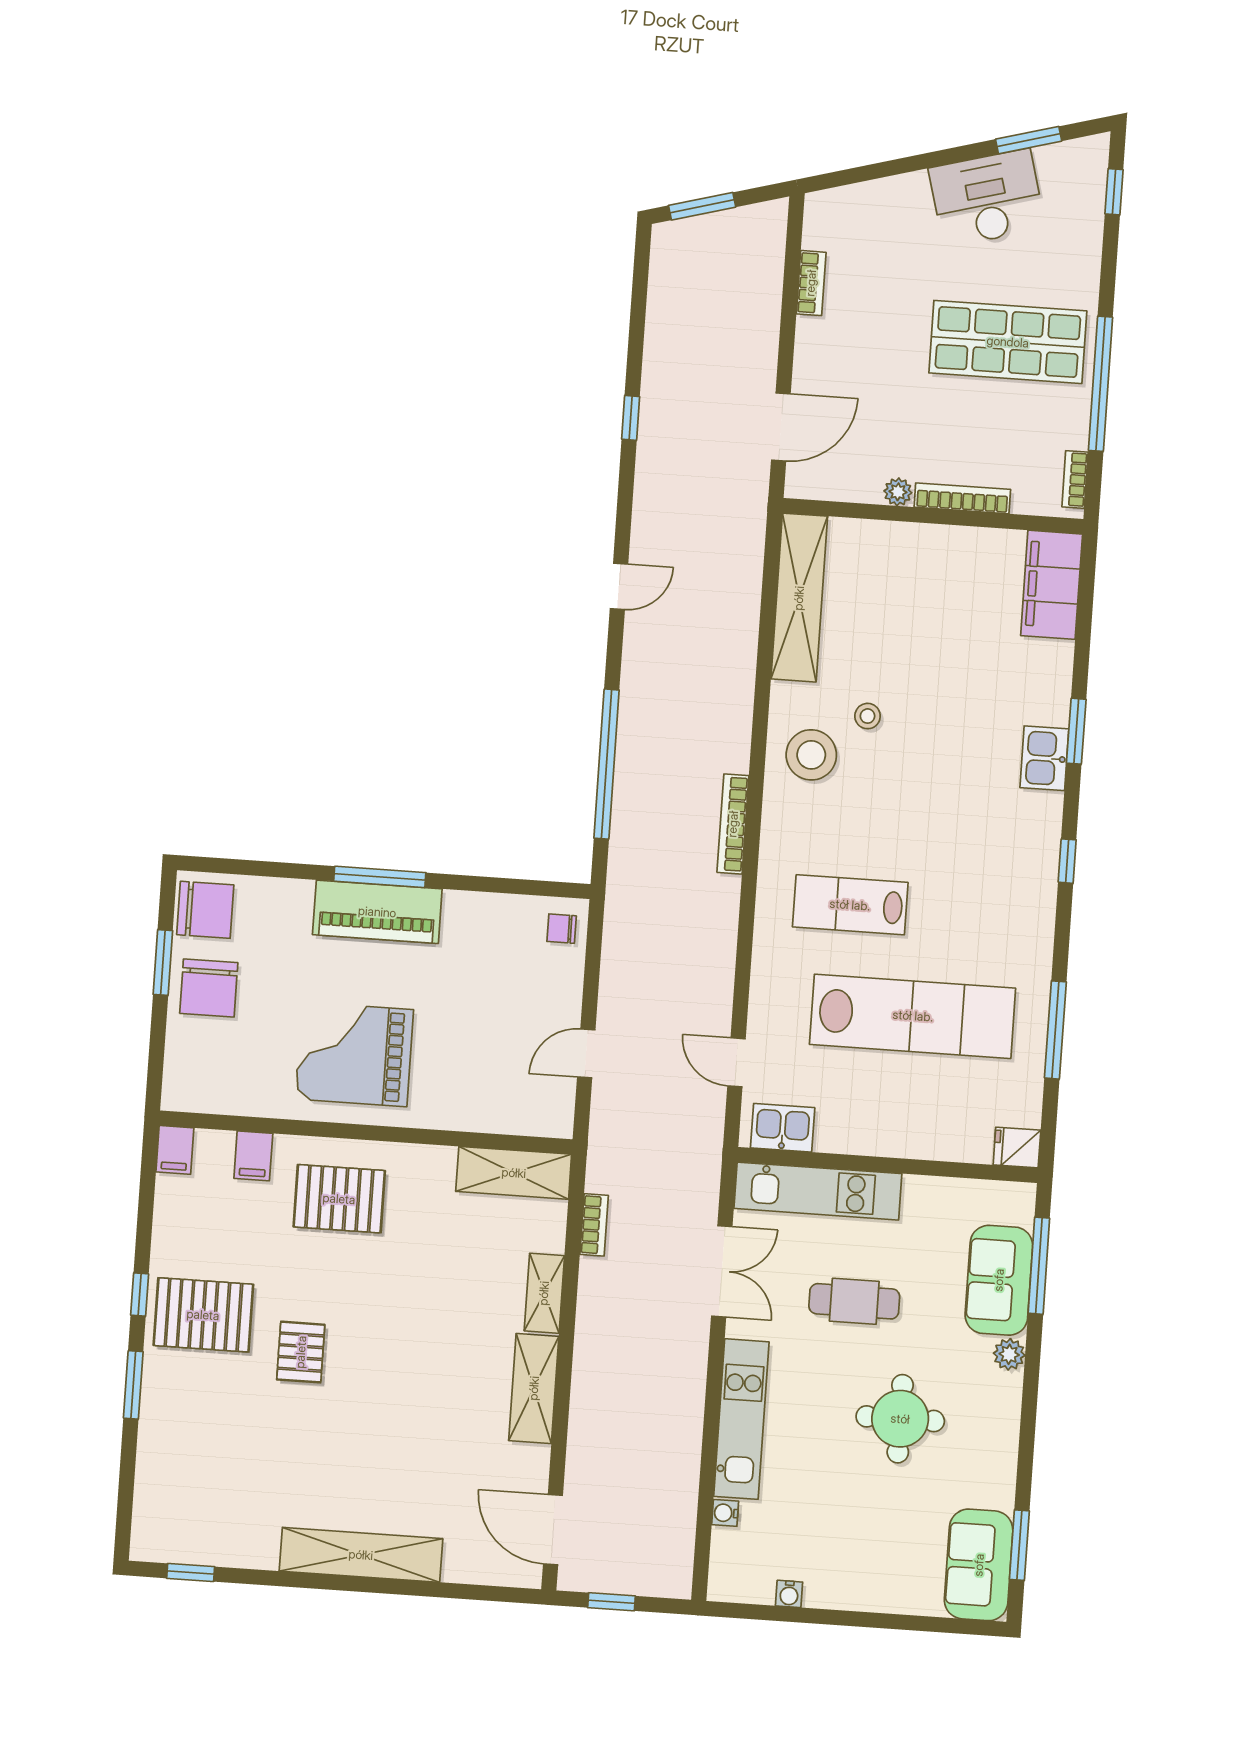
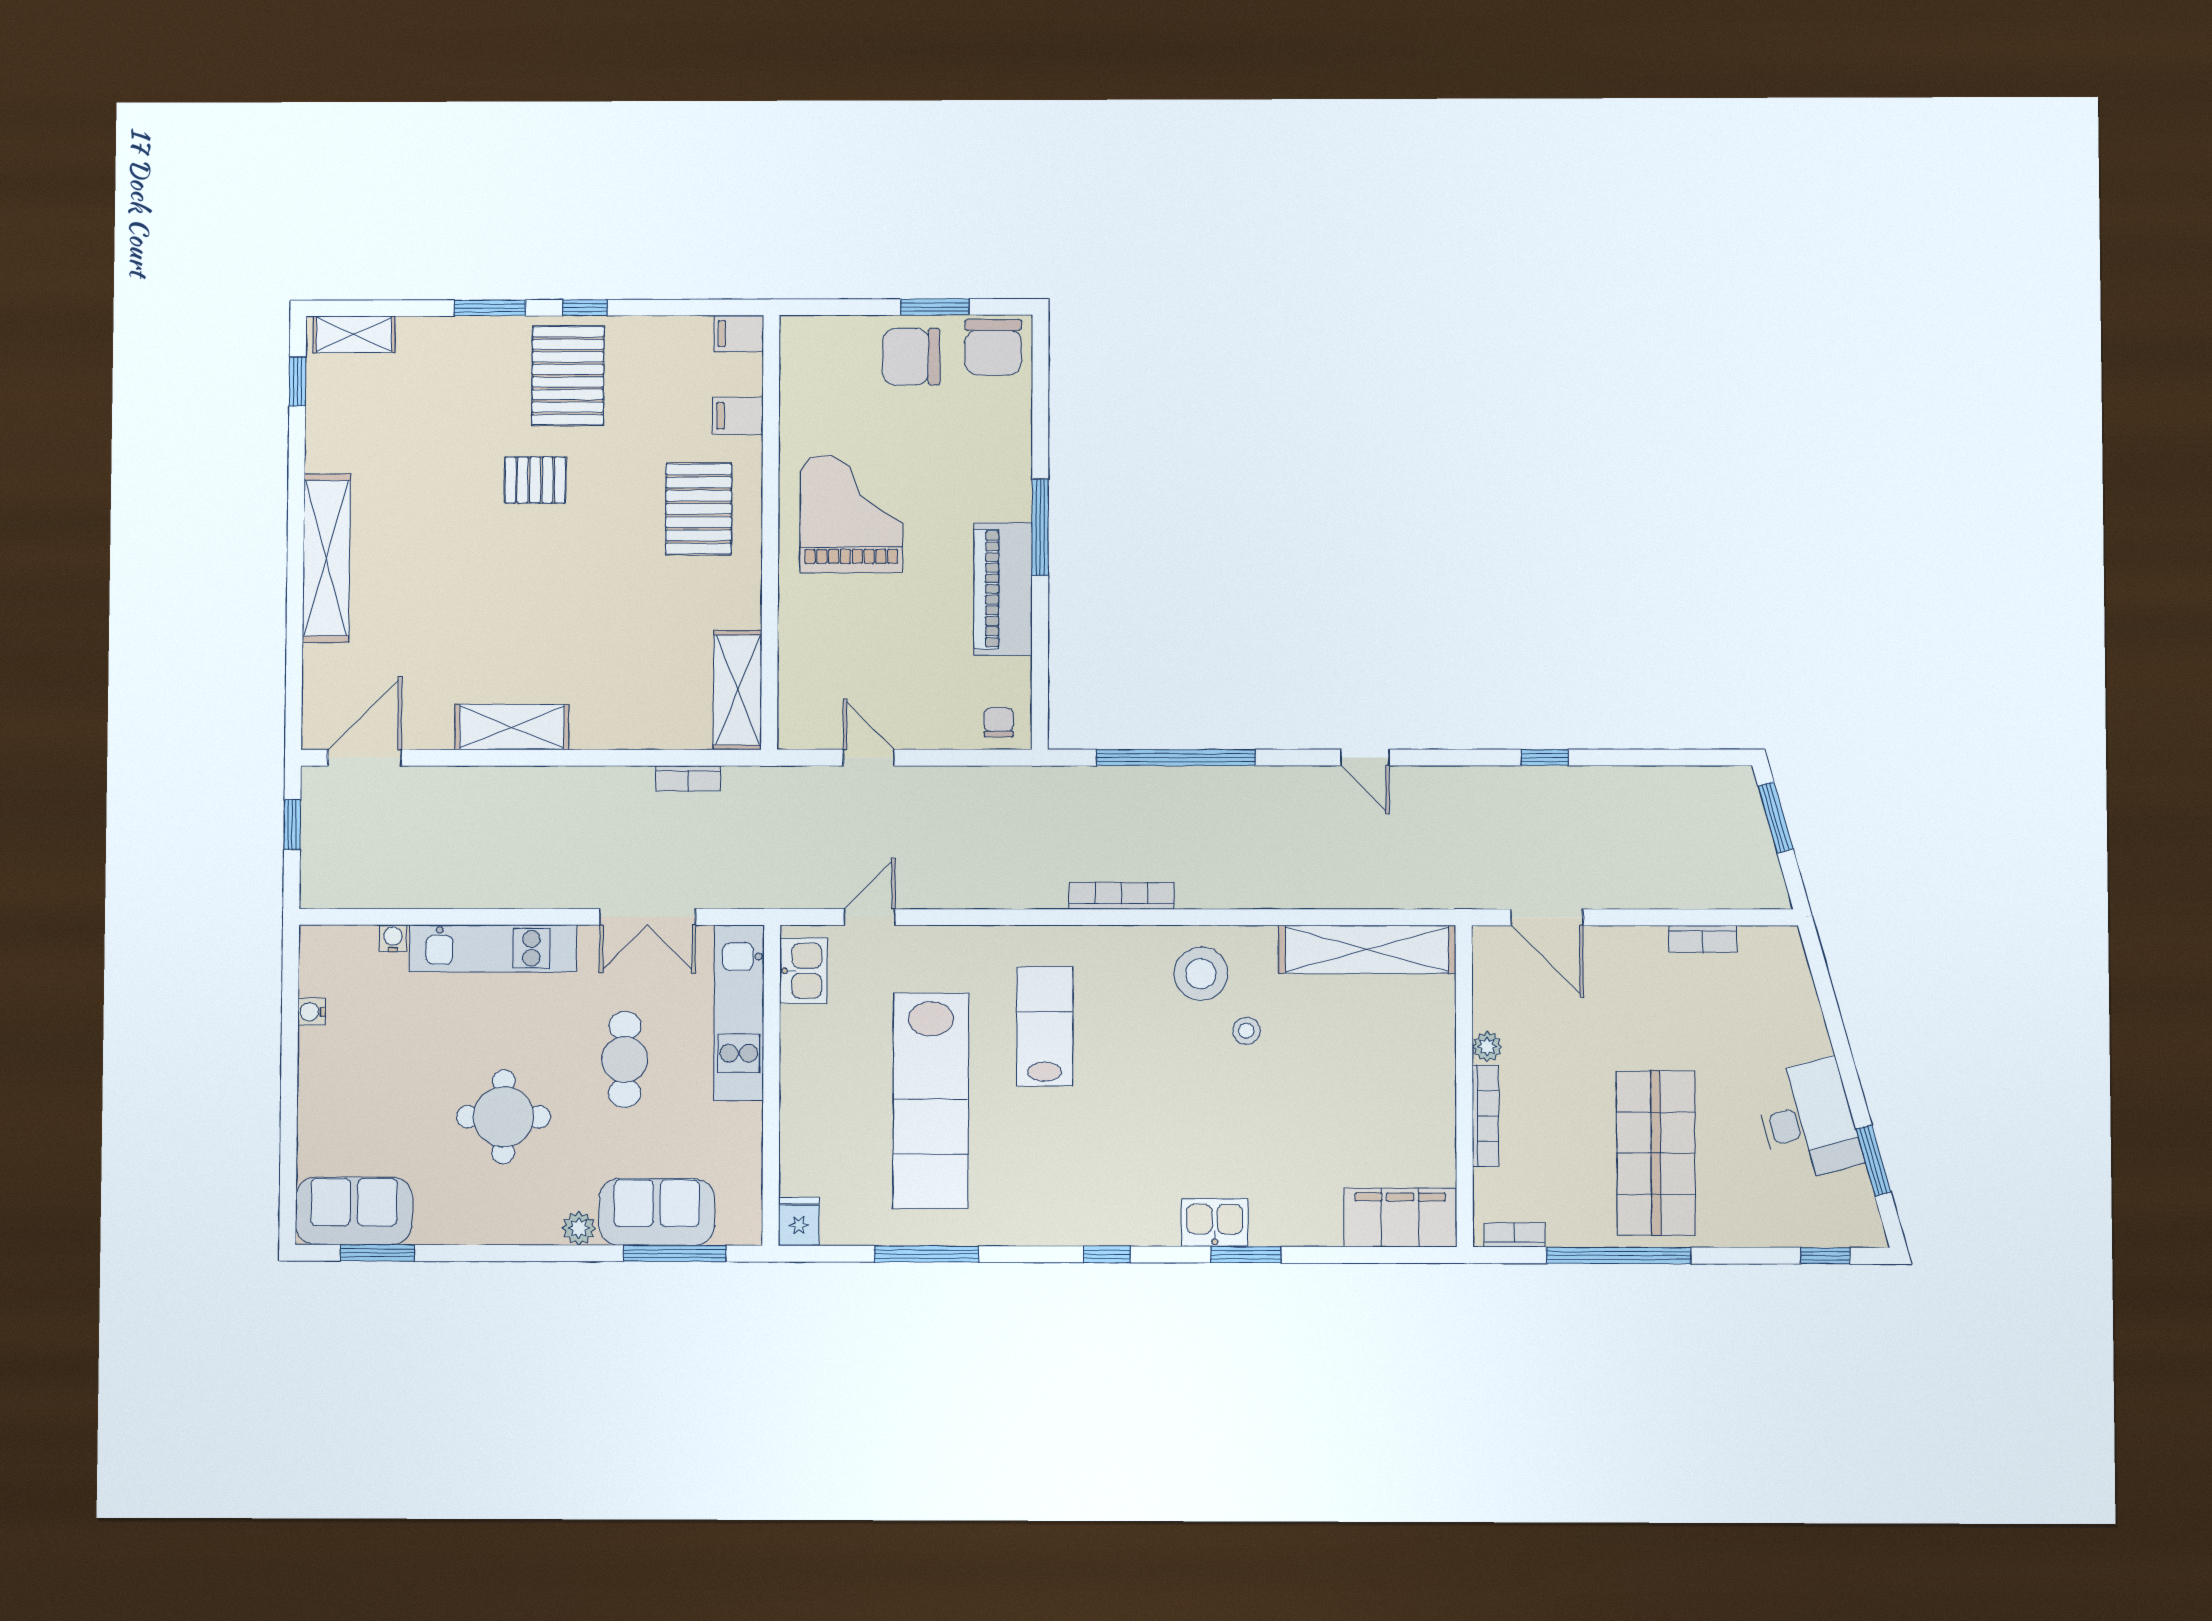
piano: (377, 912) -> (1003, 589), moved
shelving: (544, 1293) -> (354, 334), moved

